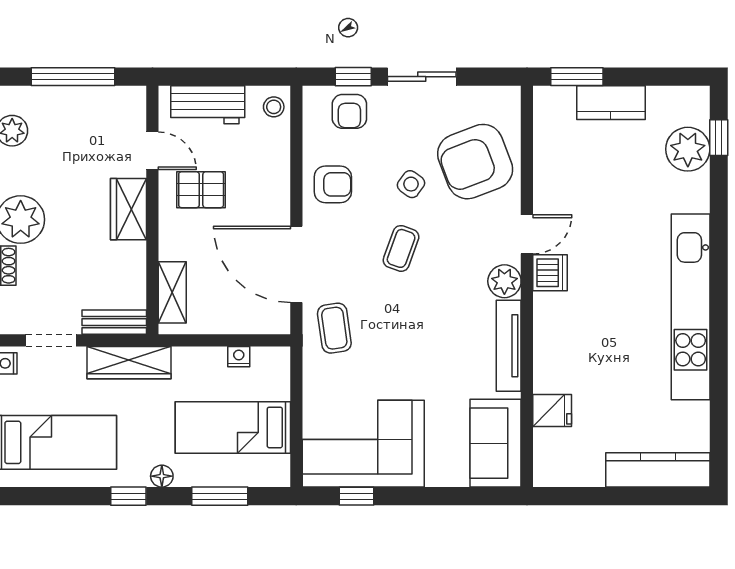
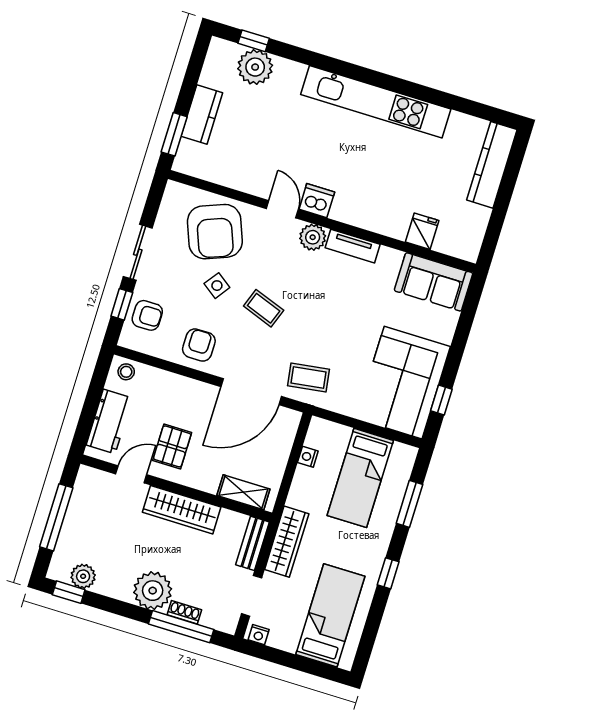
wardrobe: (129, 209) -> (182, 510), width x1.50
tv unit: (509, 346) -> (353, 246), width x0.71
floor lamp: (162, 476) -> (381, 543), removed

